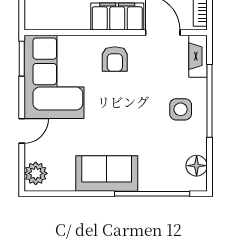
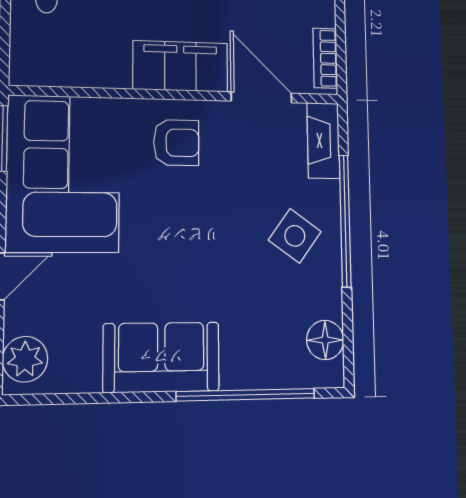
armchair: (115, 59) -> (176, 143), turned -90
side table: (181, 109) -> (295, 236), turned 36

